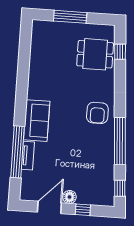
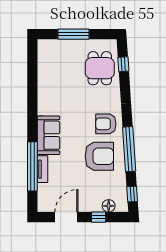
dining table: (95, 54) -> (100, 68), turned 90
armchair: (97, 113) -> (106, 124), turned 90
armchair: (88, 146) -> (99, 156), added
floor lamp: (69, 197) -> (109, 206), moved

